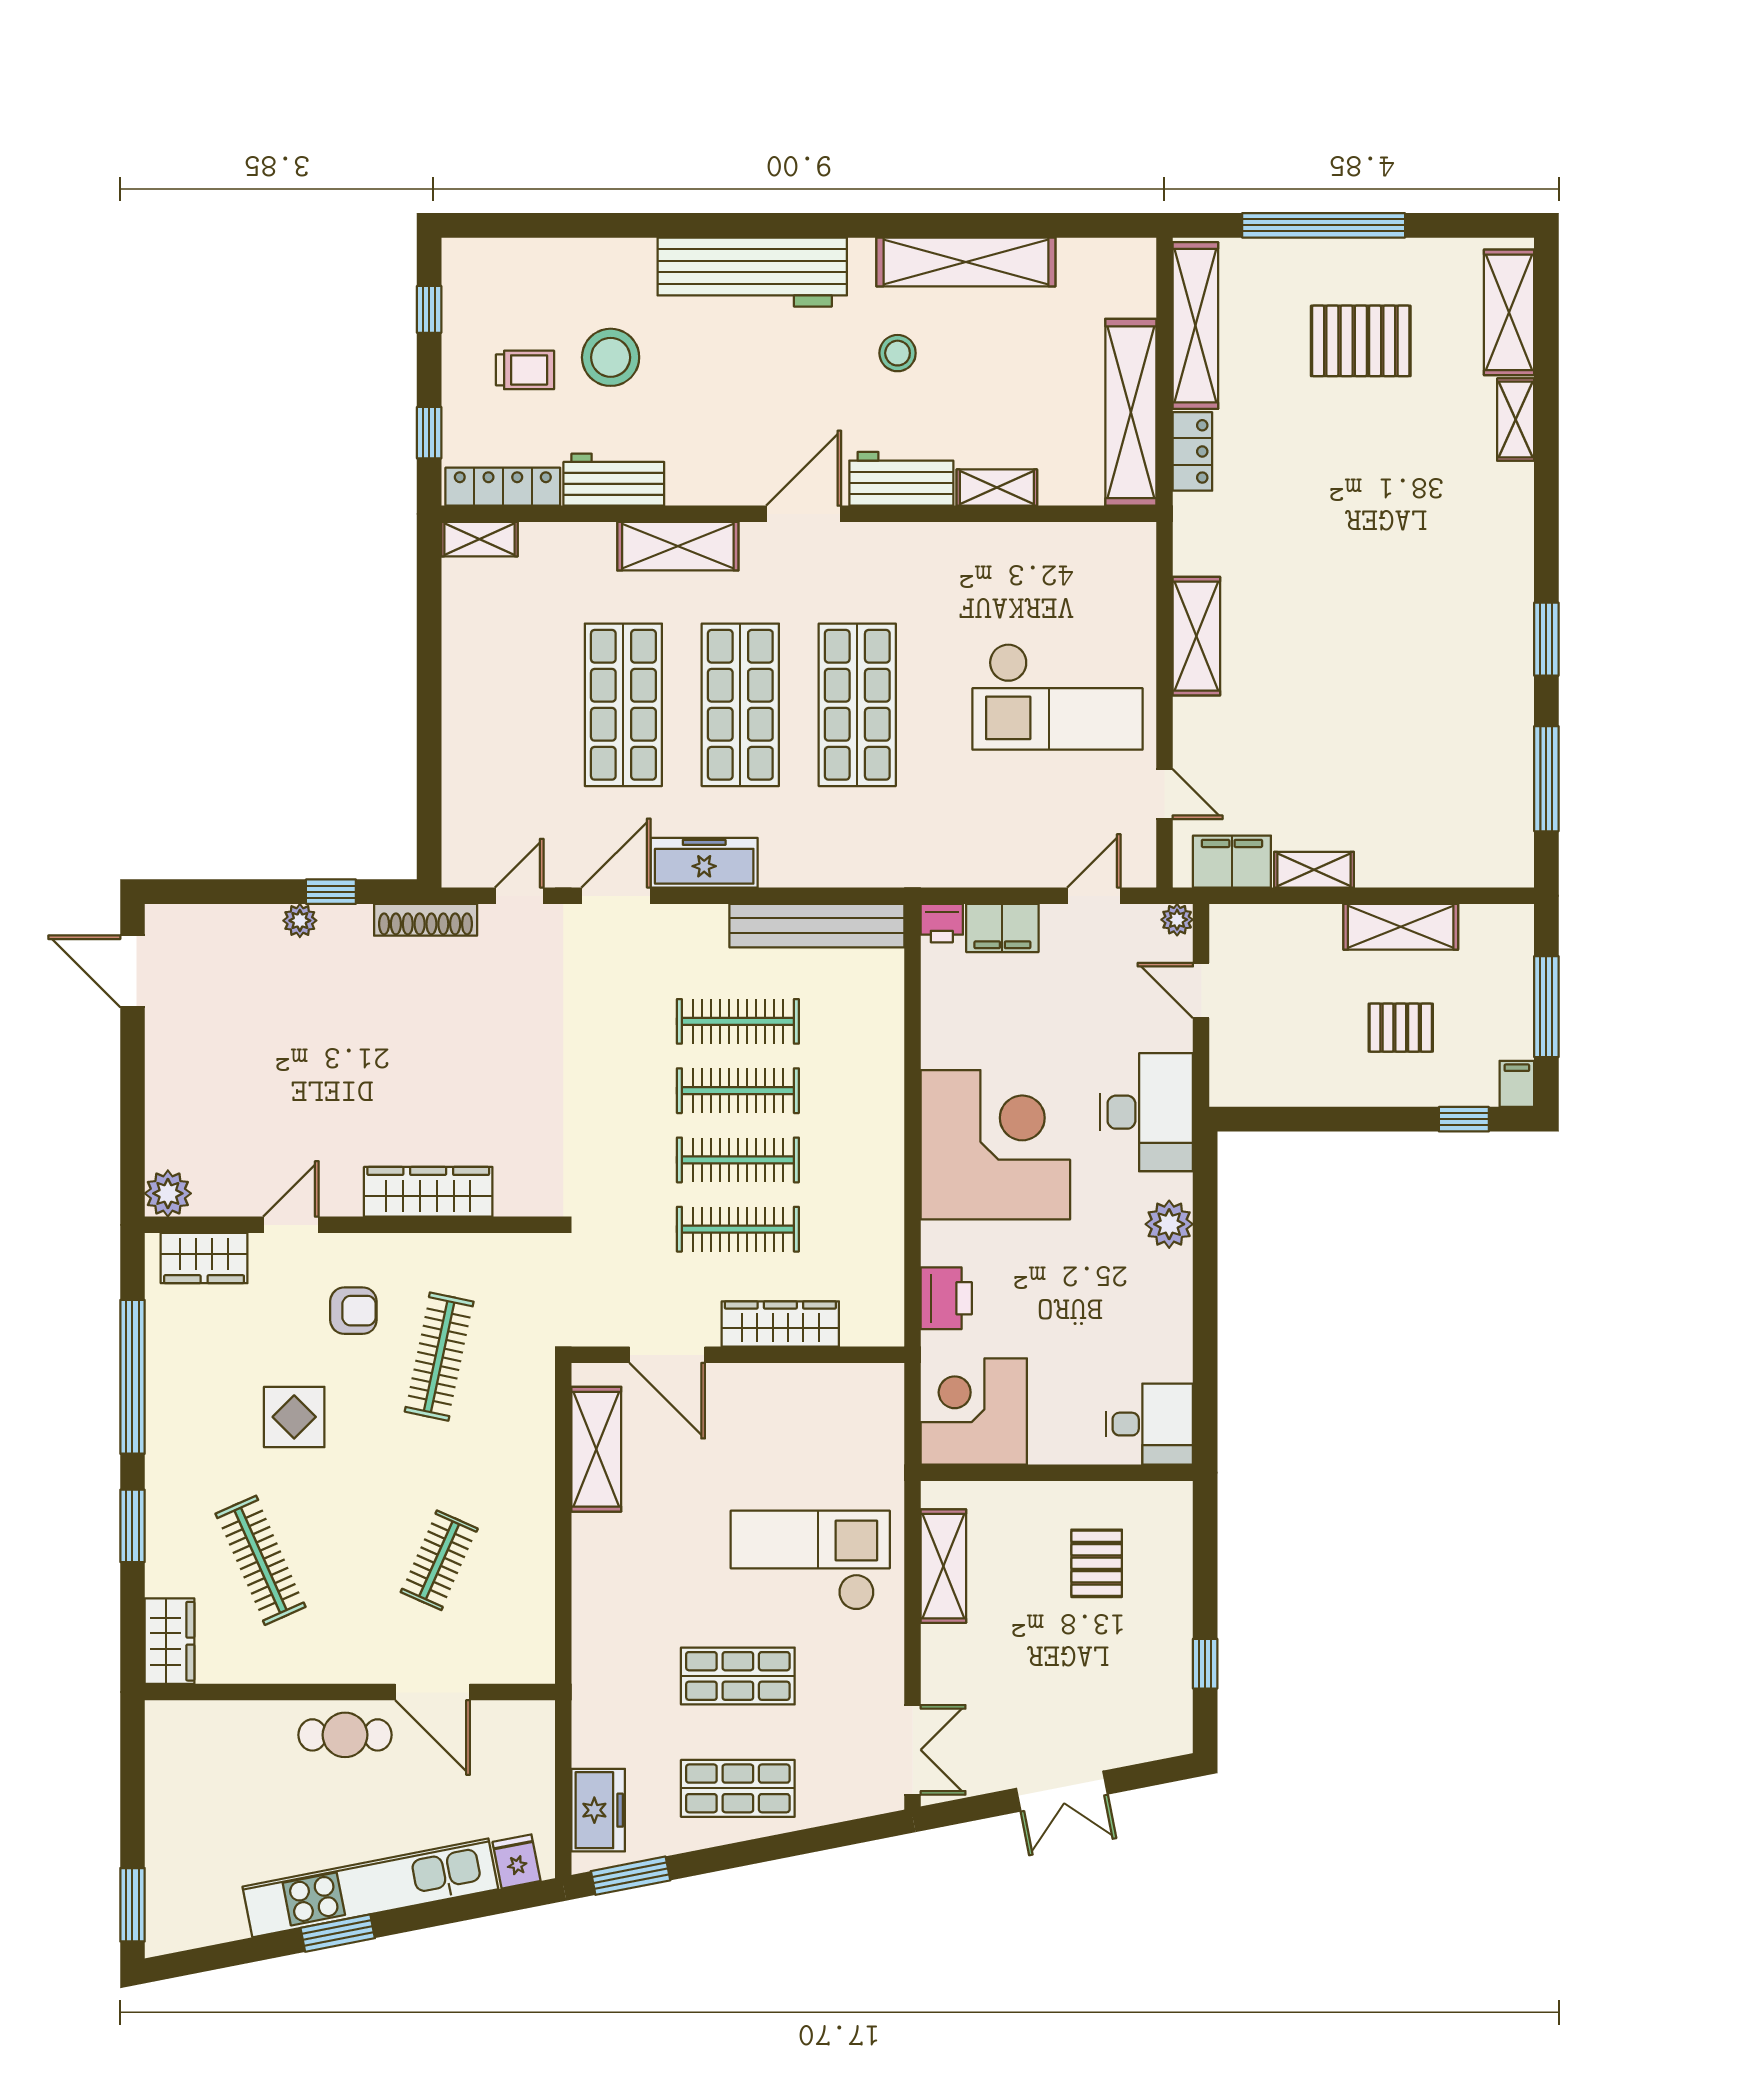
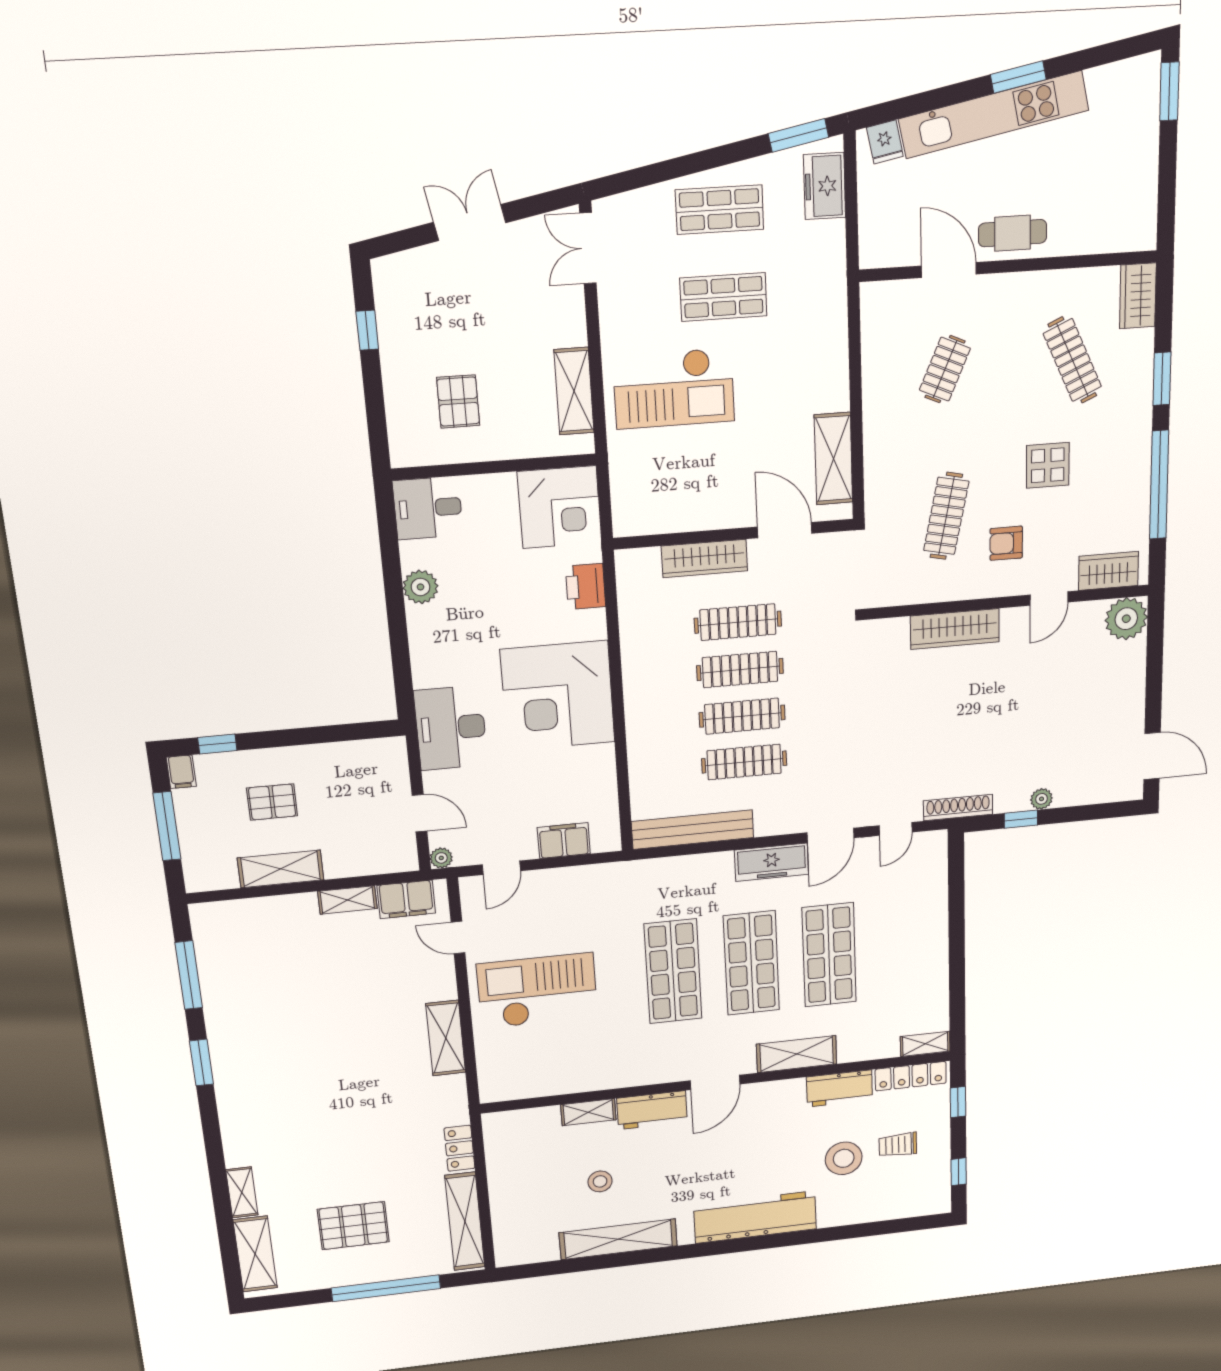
stool: (898, 353) -> (600, 1181), moved
shelving: (1131, 412) -> (503, 1166), removed
printer: (942, 923) -> (606, 840), removed
plant: (168, 1193) -> (1126, 619), width x1.36, depth x1.36
plant: (1169, 1224) -> (420, 587), moved

